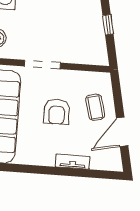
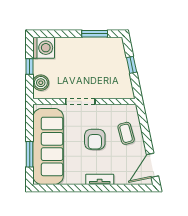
door: (122, 132) -> (152, 165), moved
tv unit: (73, 162) -> (100, 179), moved

